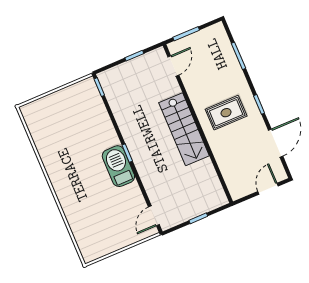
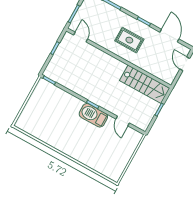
rug: (226, 113) -> (129, 40), turned 90
stairs: (184, 129) -> (145, 84), moved
door: (154, 216) -> (123, 121), moved

